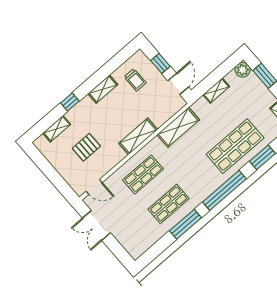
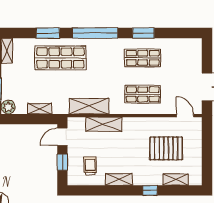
shelving: (138, 136) -> (104, 124), moved
pallet: (86, 147) -> (166, 148), width x1.50, depth x1.42
window: (185, 224) -> (143, 33), width x0.69

